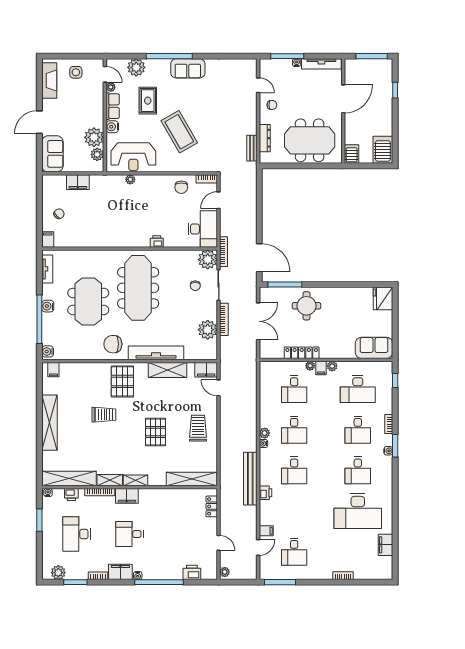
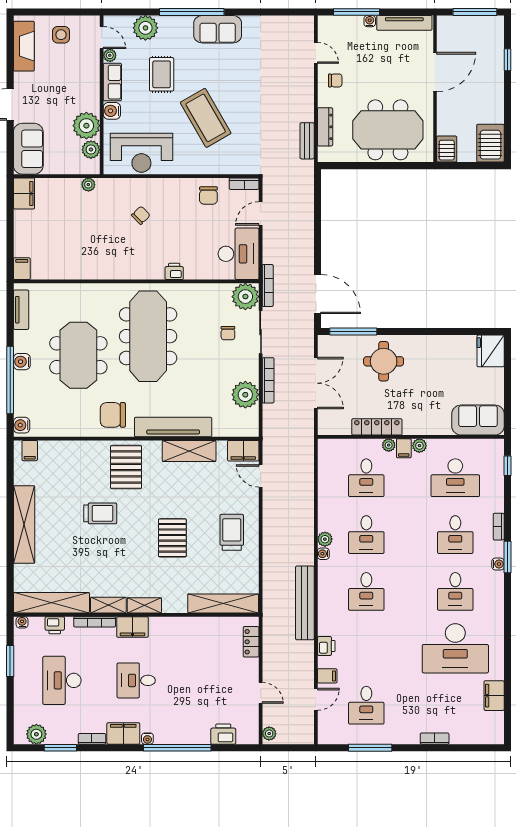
plant: (130, 179) -> (88, 185), moved
filing cabinet: (78, 182) -> (24, 193), moved, turned -90
chair: (59, 214) -> (141, 215), moved
printer: (265, 493) -> (326, 646), moved
window: (280, 582) -> (370, 748), moved

